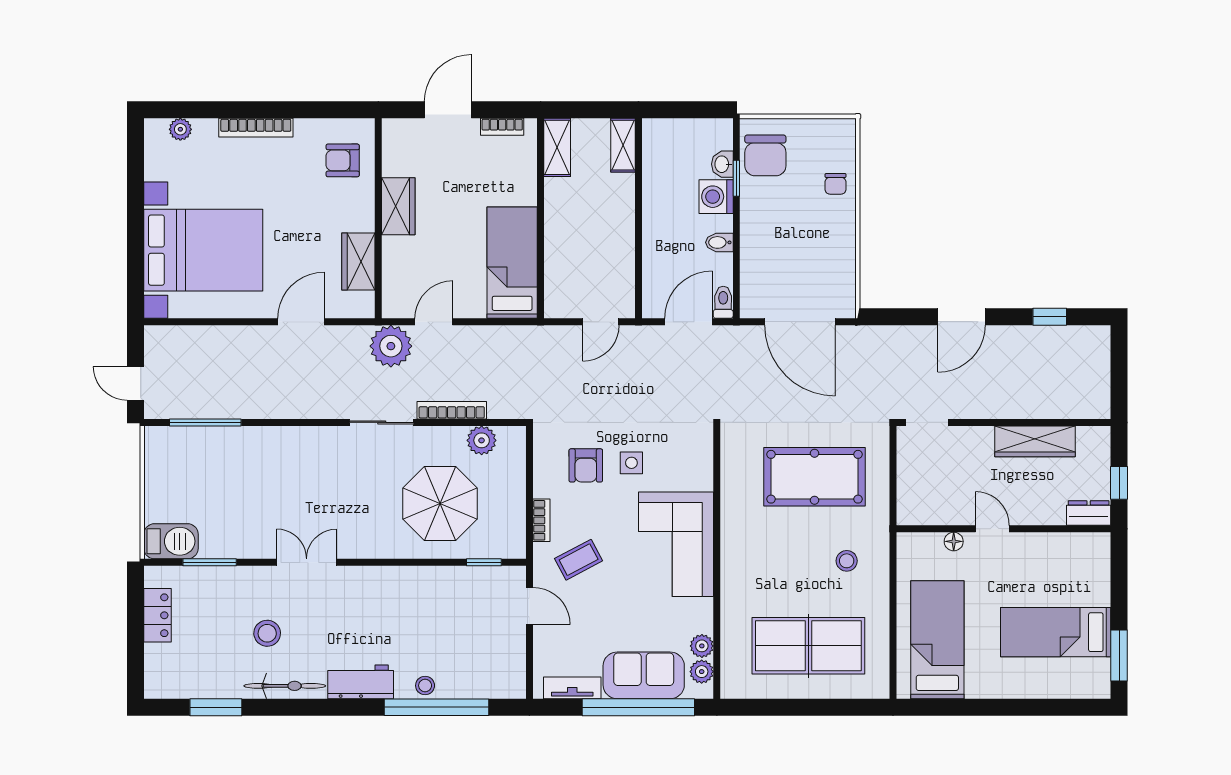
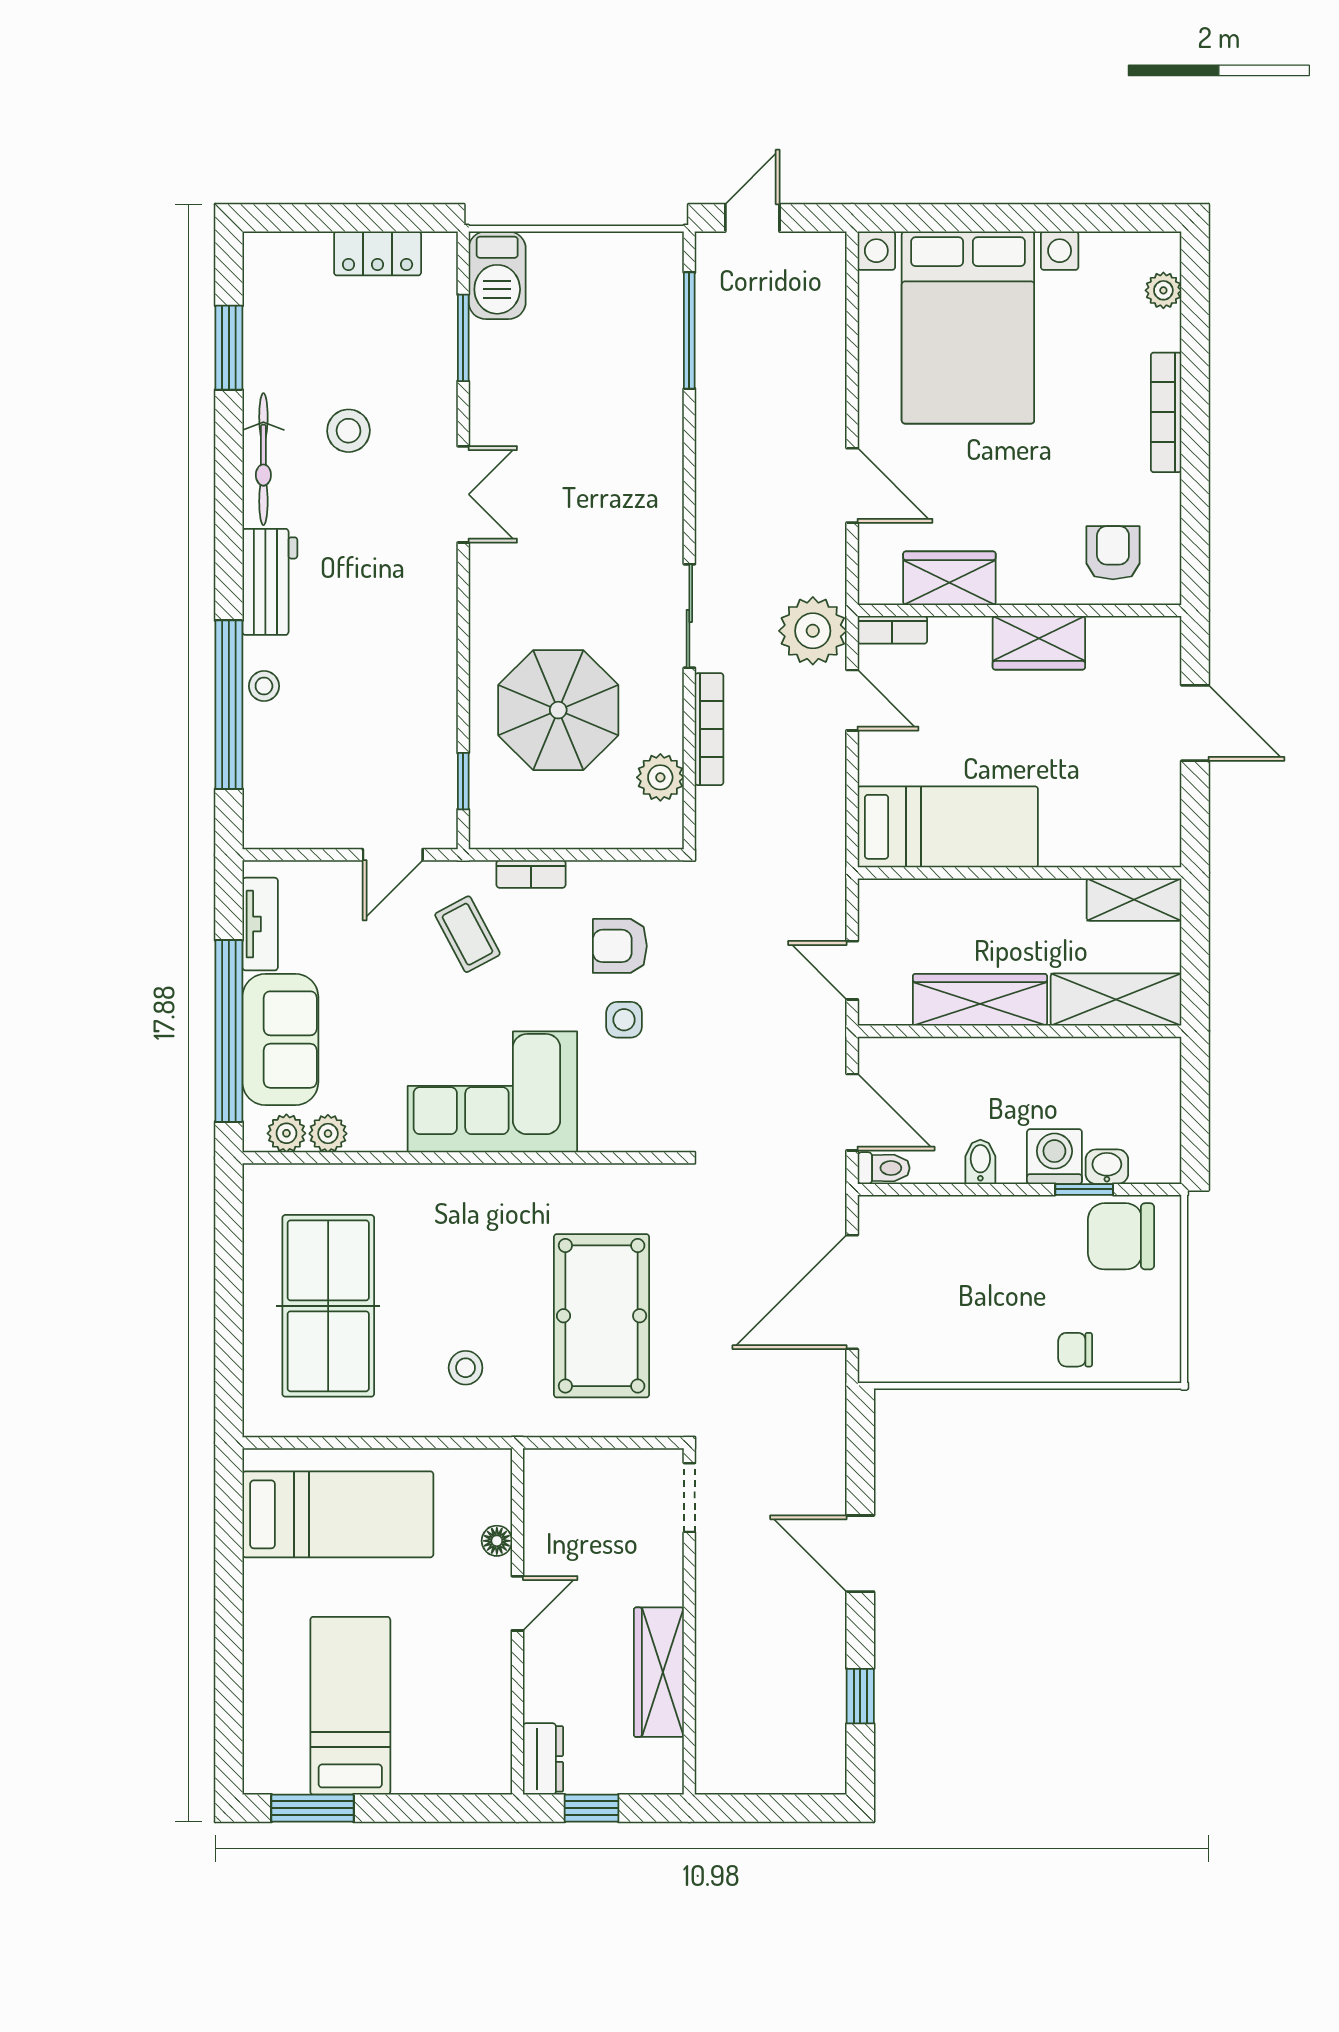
bookcase: (502, 127) -> (892, 630), moved, turned -90
shelving: (623, 145) -> (1116, 1000), width x1.50, depth x1.33
wardrobe: (619, 243) -> (980, 1000), added

